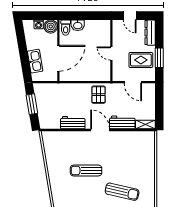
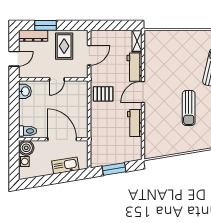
washbasin: (78, 25) -> (25, 91), moved
window: (159, 58) -> (46, 25), moved

